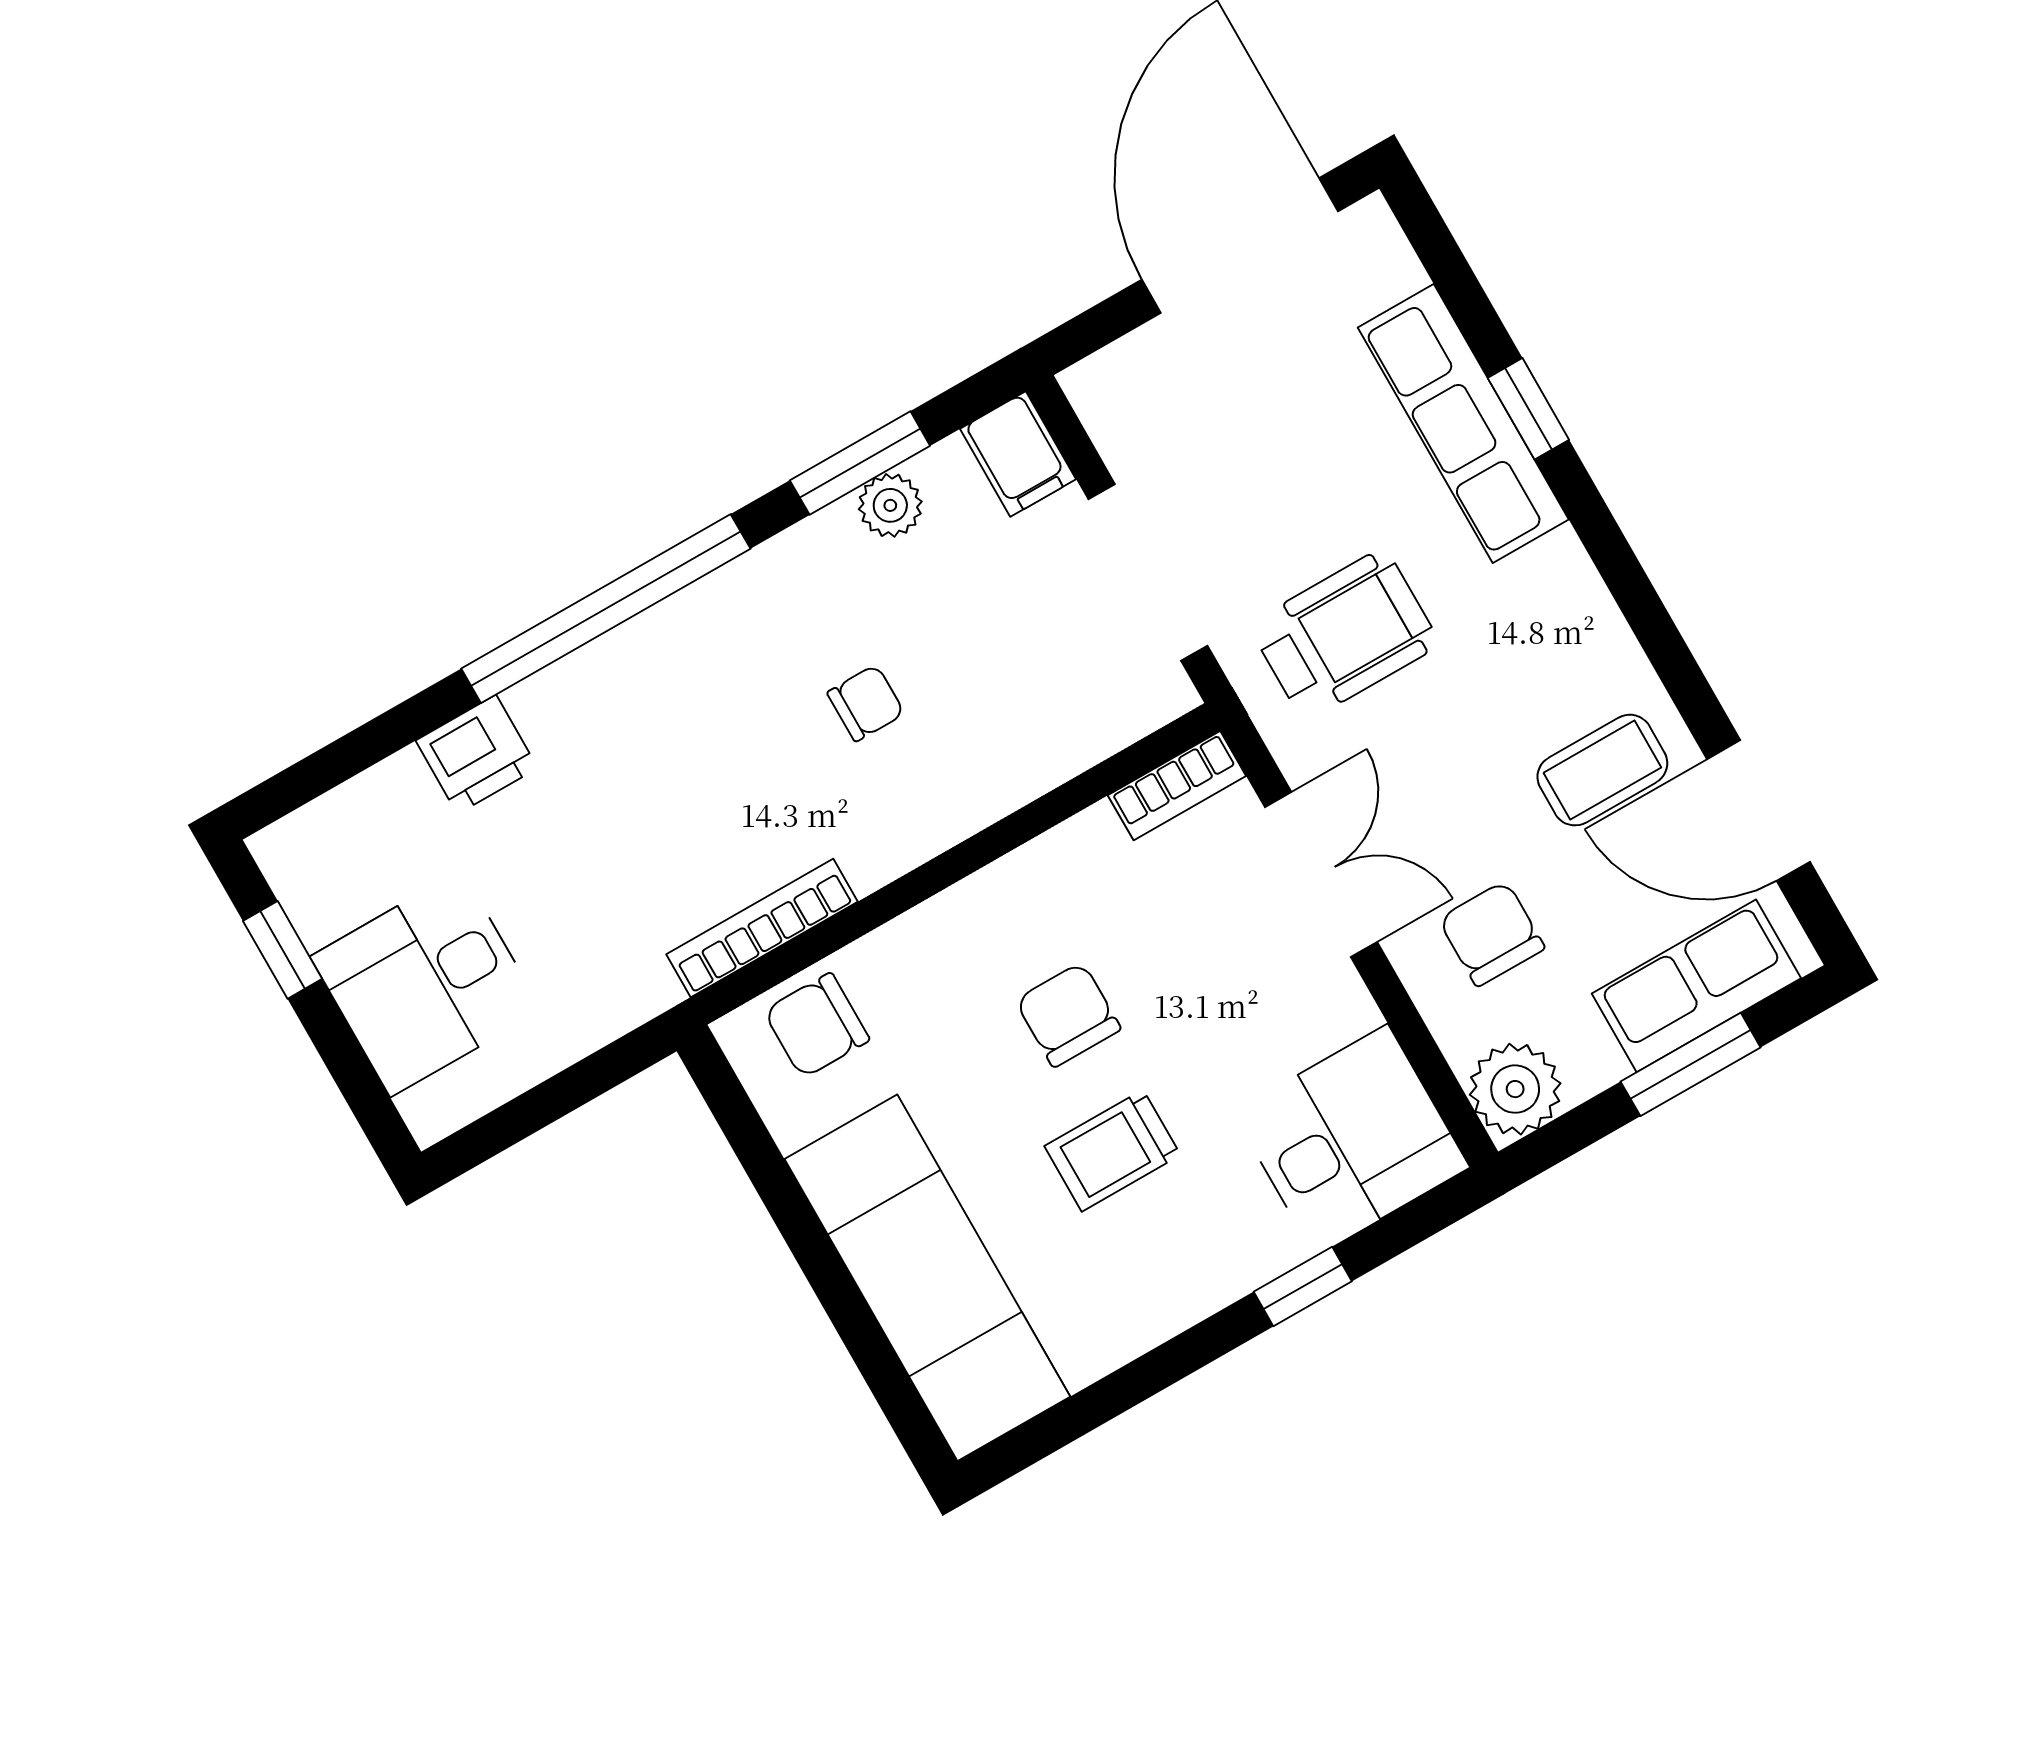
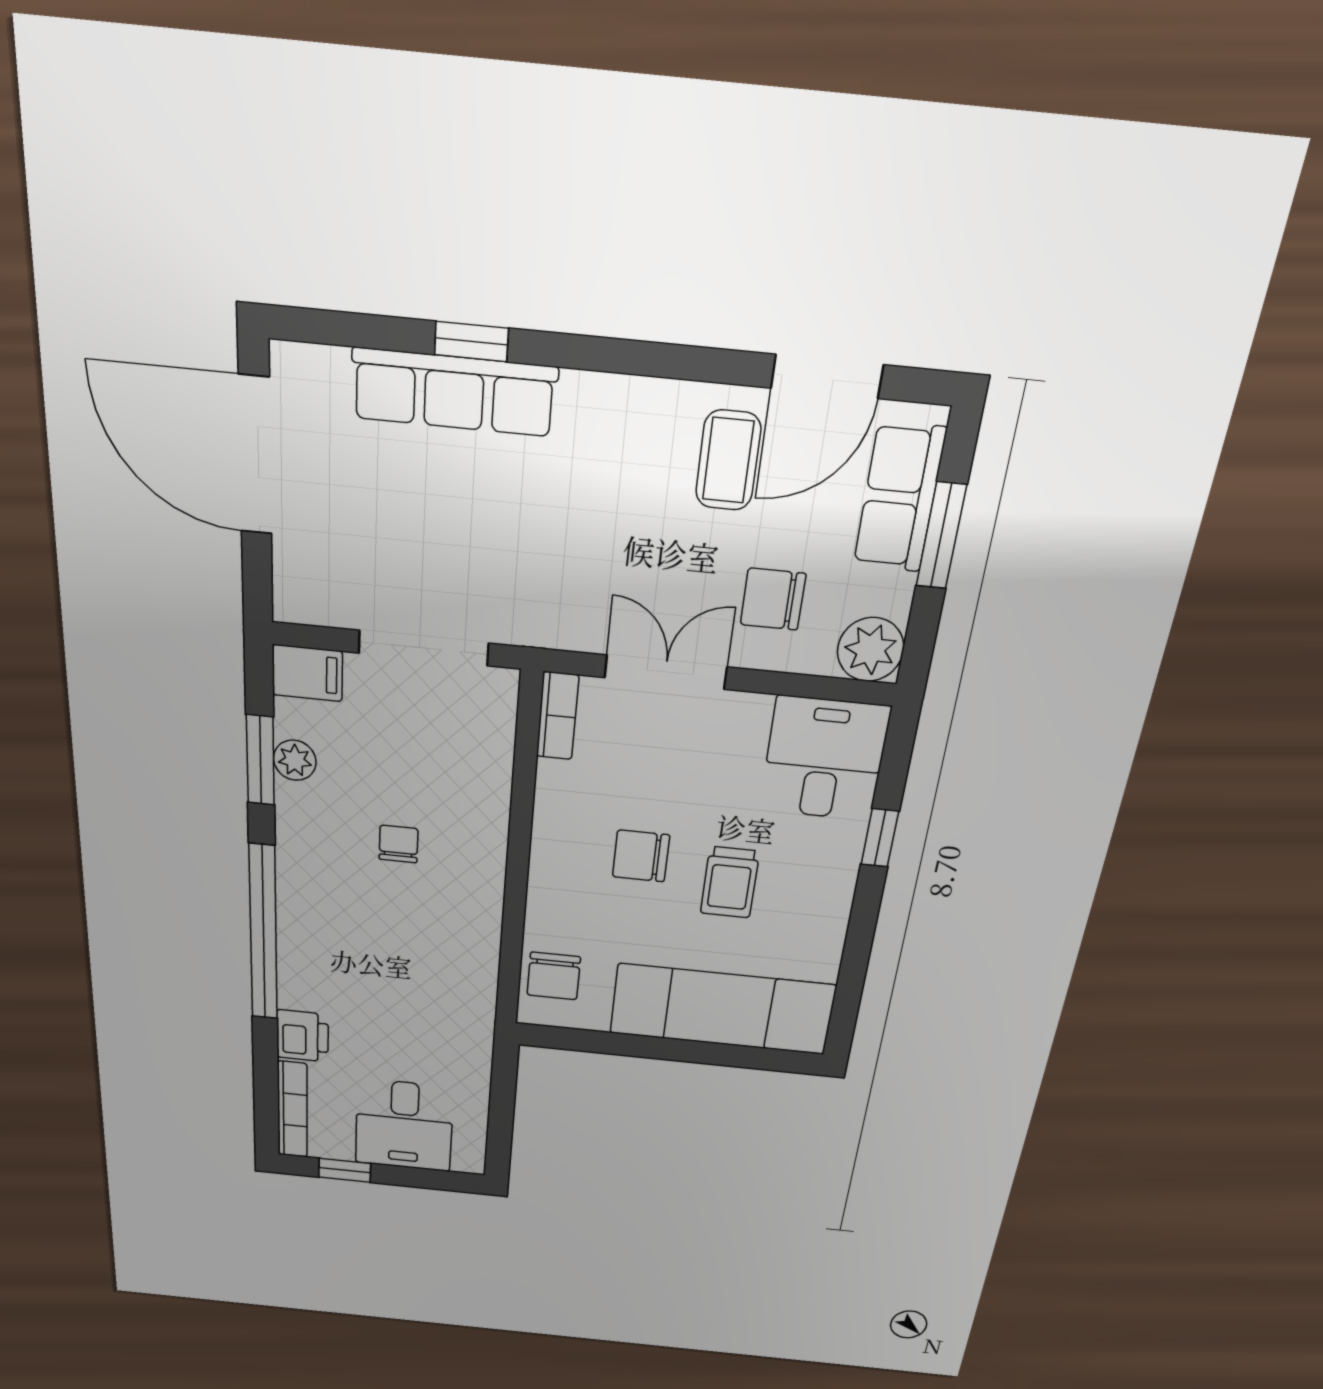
wheelchair: (1344, 635) -> (536, 560), removed
bookcase: (762, 928) -> (292, 1110), moved, turned 180

